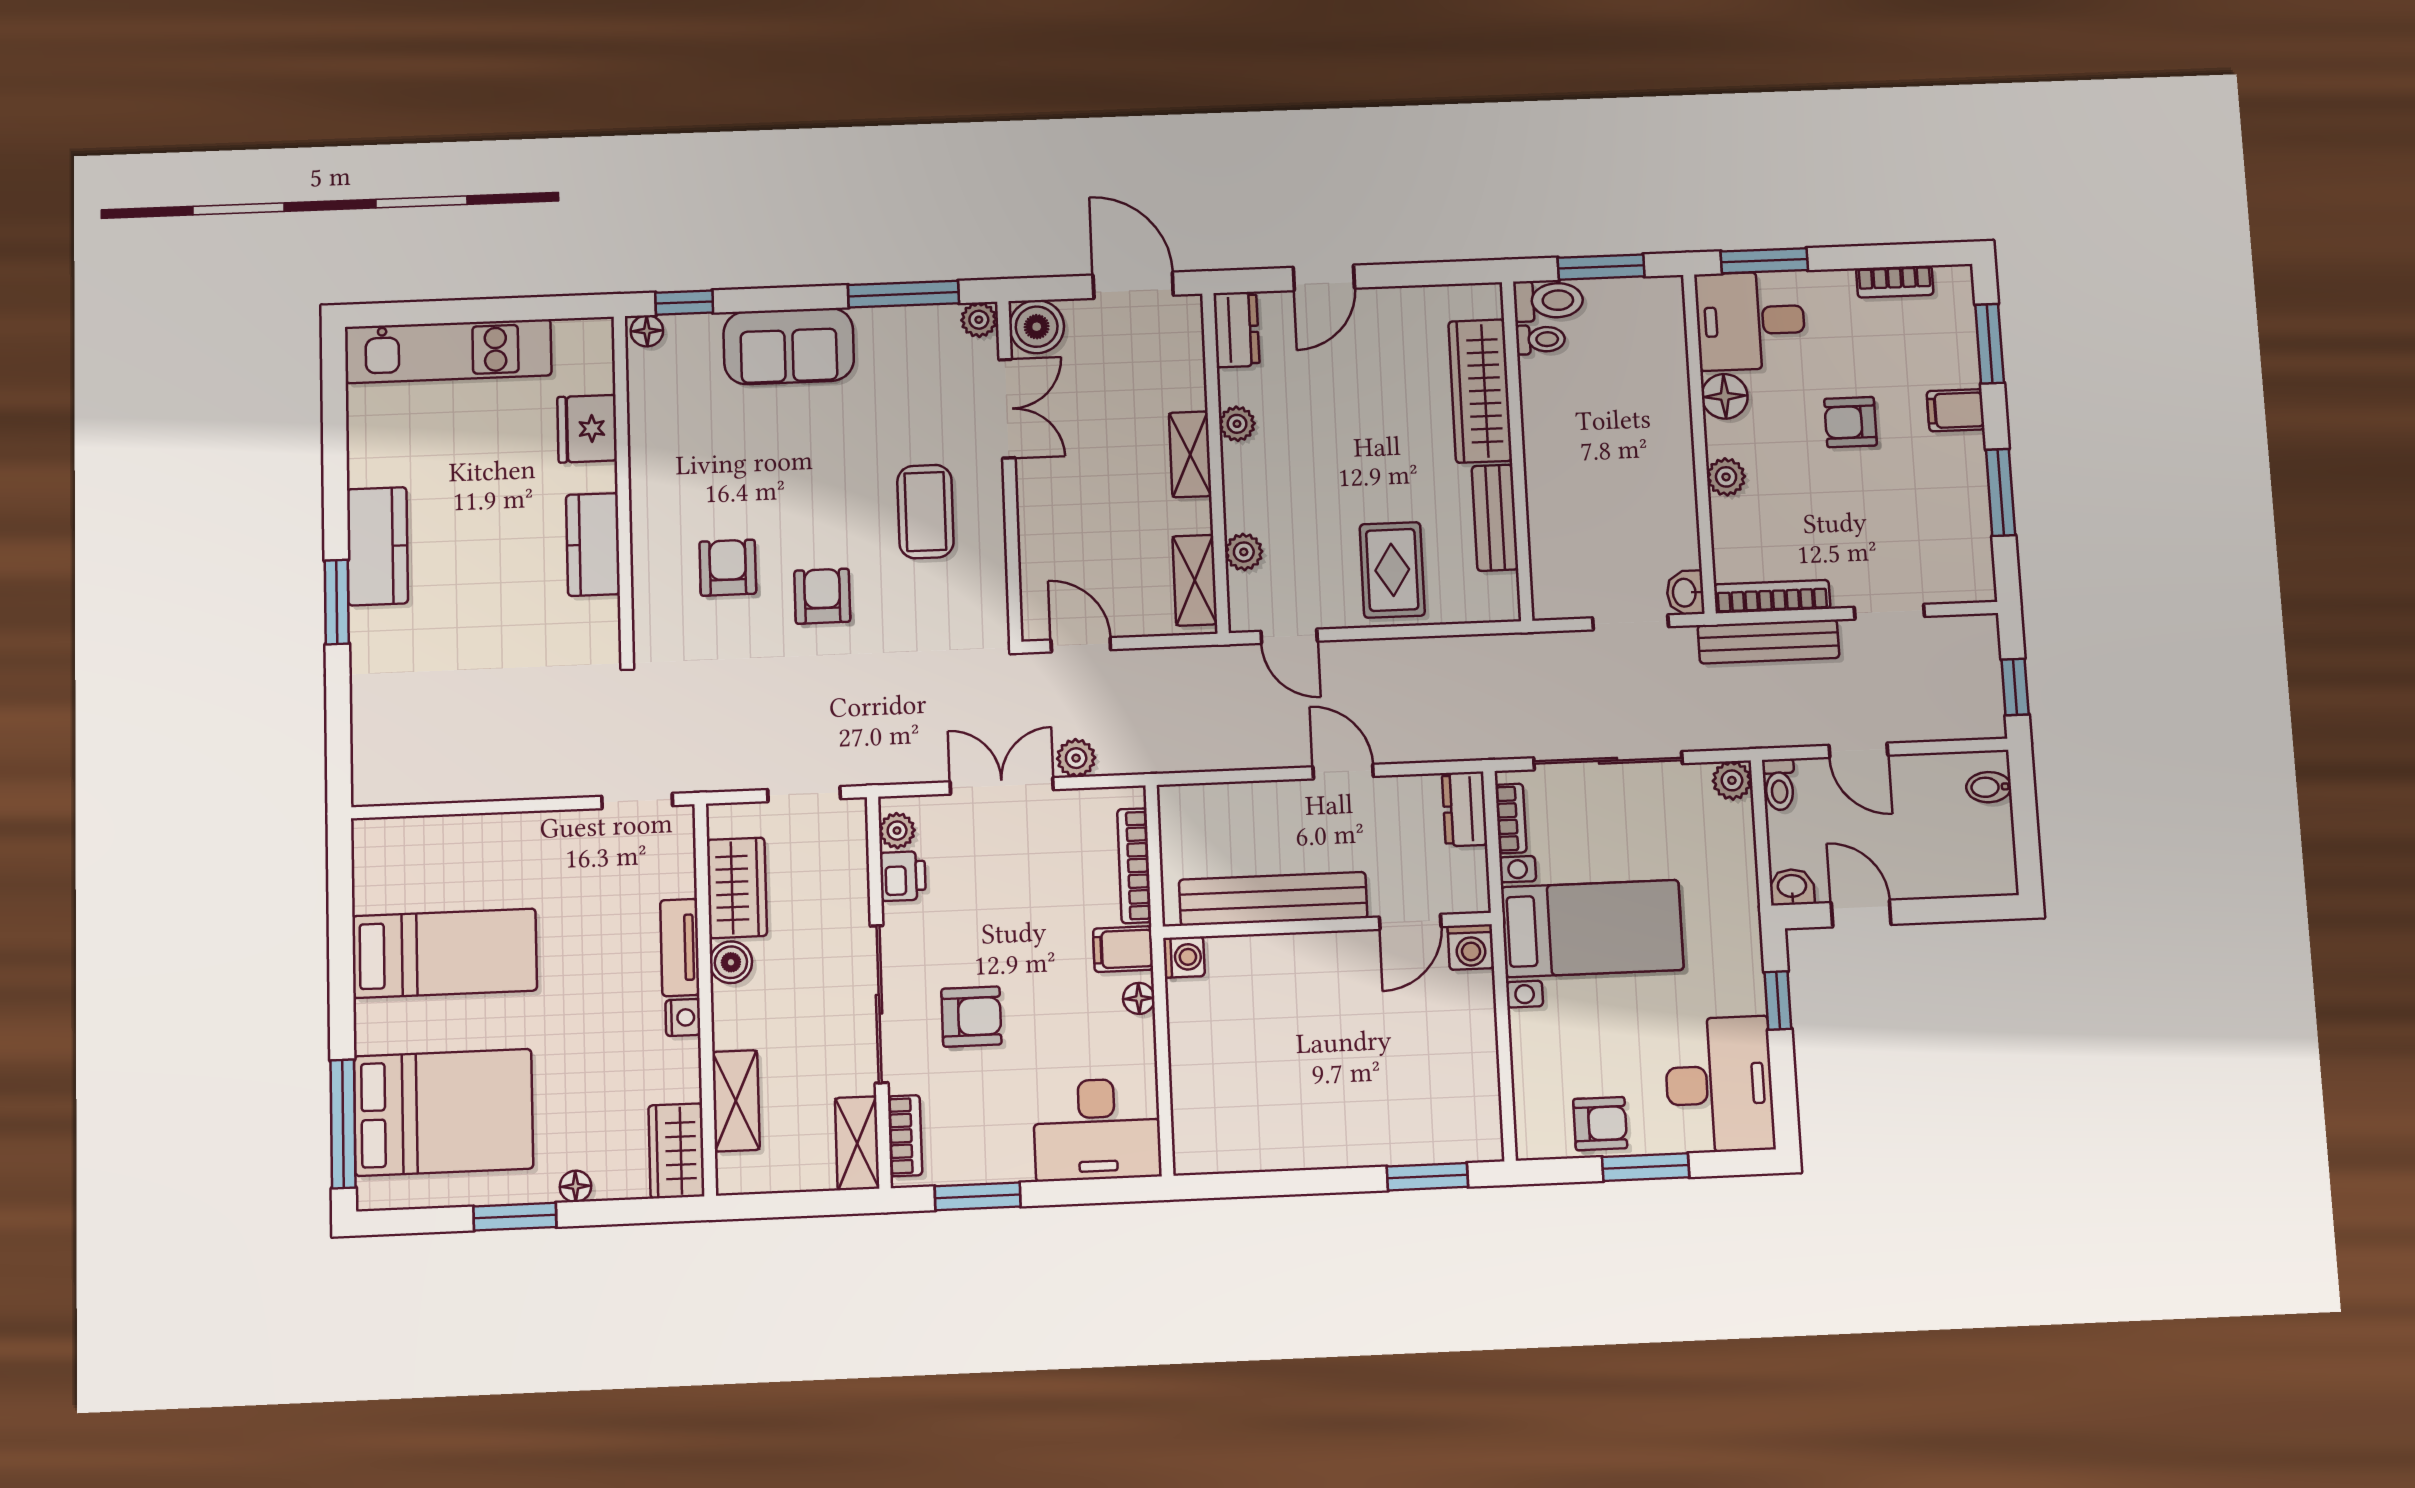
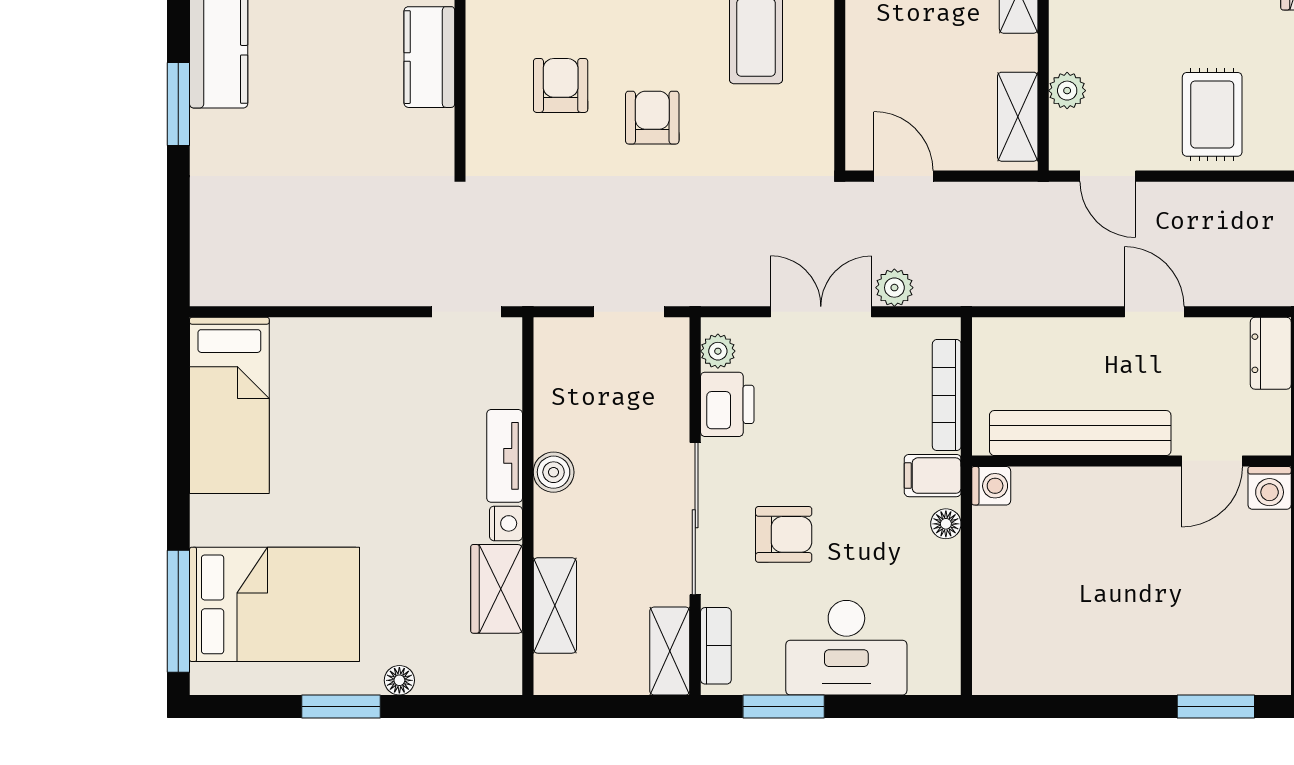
printer: (903, 876) -> (727, 404), width x1.36, depth x1.24
wardrobe: (737, 888) -> (561, 400), removed
bed: (445, 953) -> (229, 405), moved, turned 90
desk: (1097, 1129) -> (846, 648), moved
wardrobe: (676, 1151) -> (497, 589), moved

